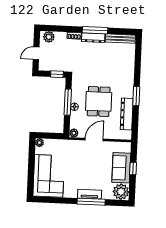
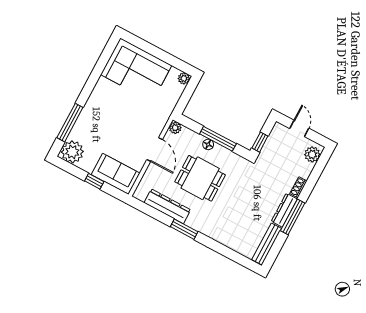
sofa: (121, 168) -> (116, 174), moved
tv unit: (90, 194) -> (88, 111), removed
window: (91, 202) -> (70, 123), moved

